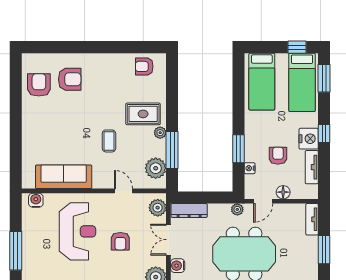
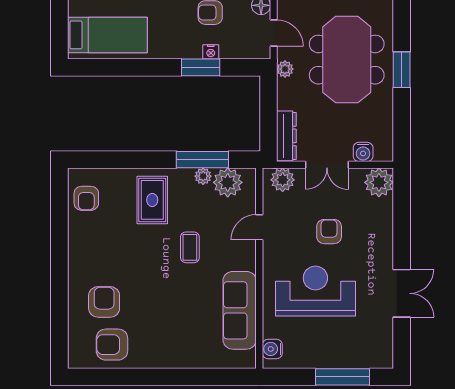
plant: (160, 133) -> (203, 176), moved
coffee table: (109, 141) -> (190, 247), turned 90
nightstand: (250, 168) -> (211, 52), moved
armchair: (120, 241) -> (329, 232), turned -90

